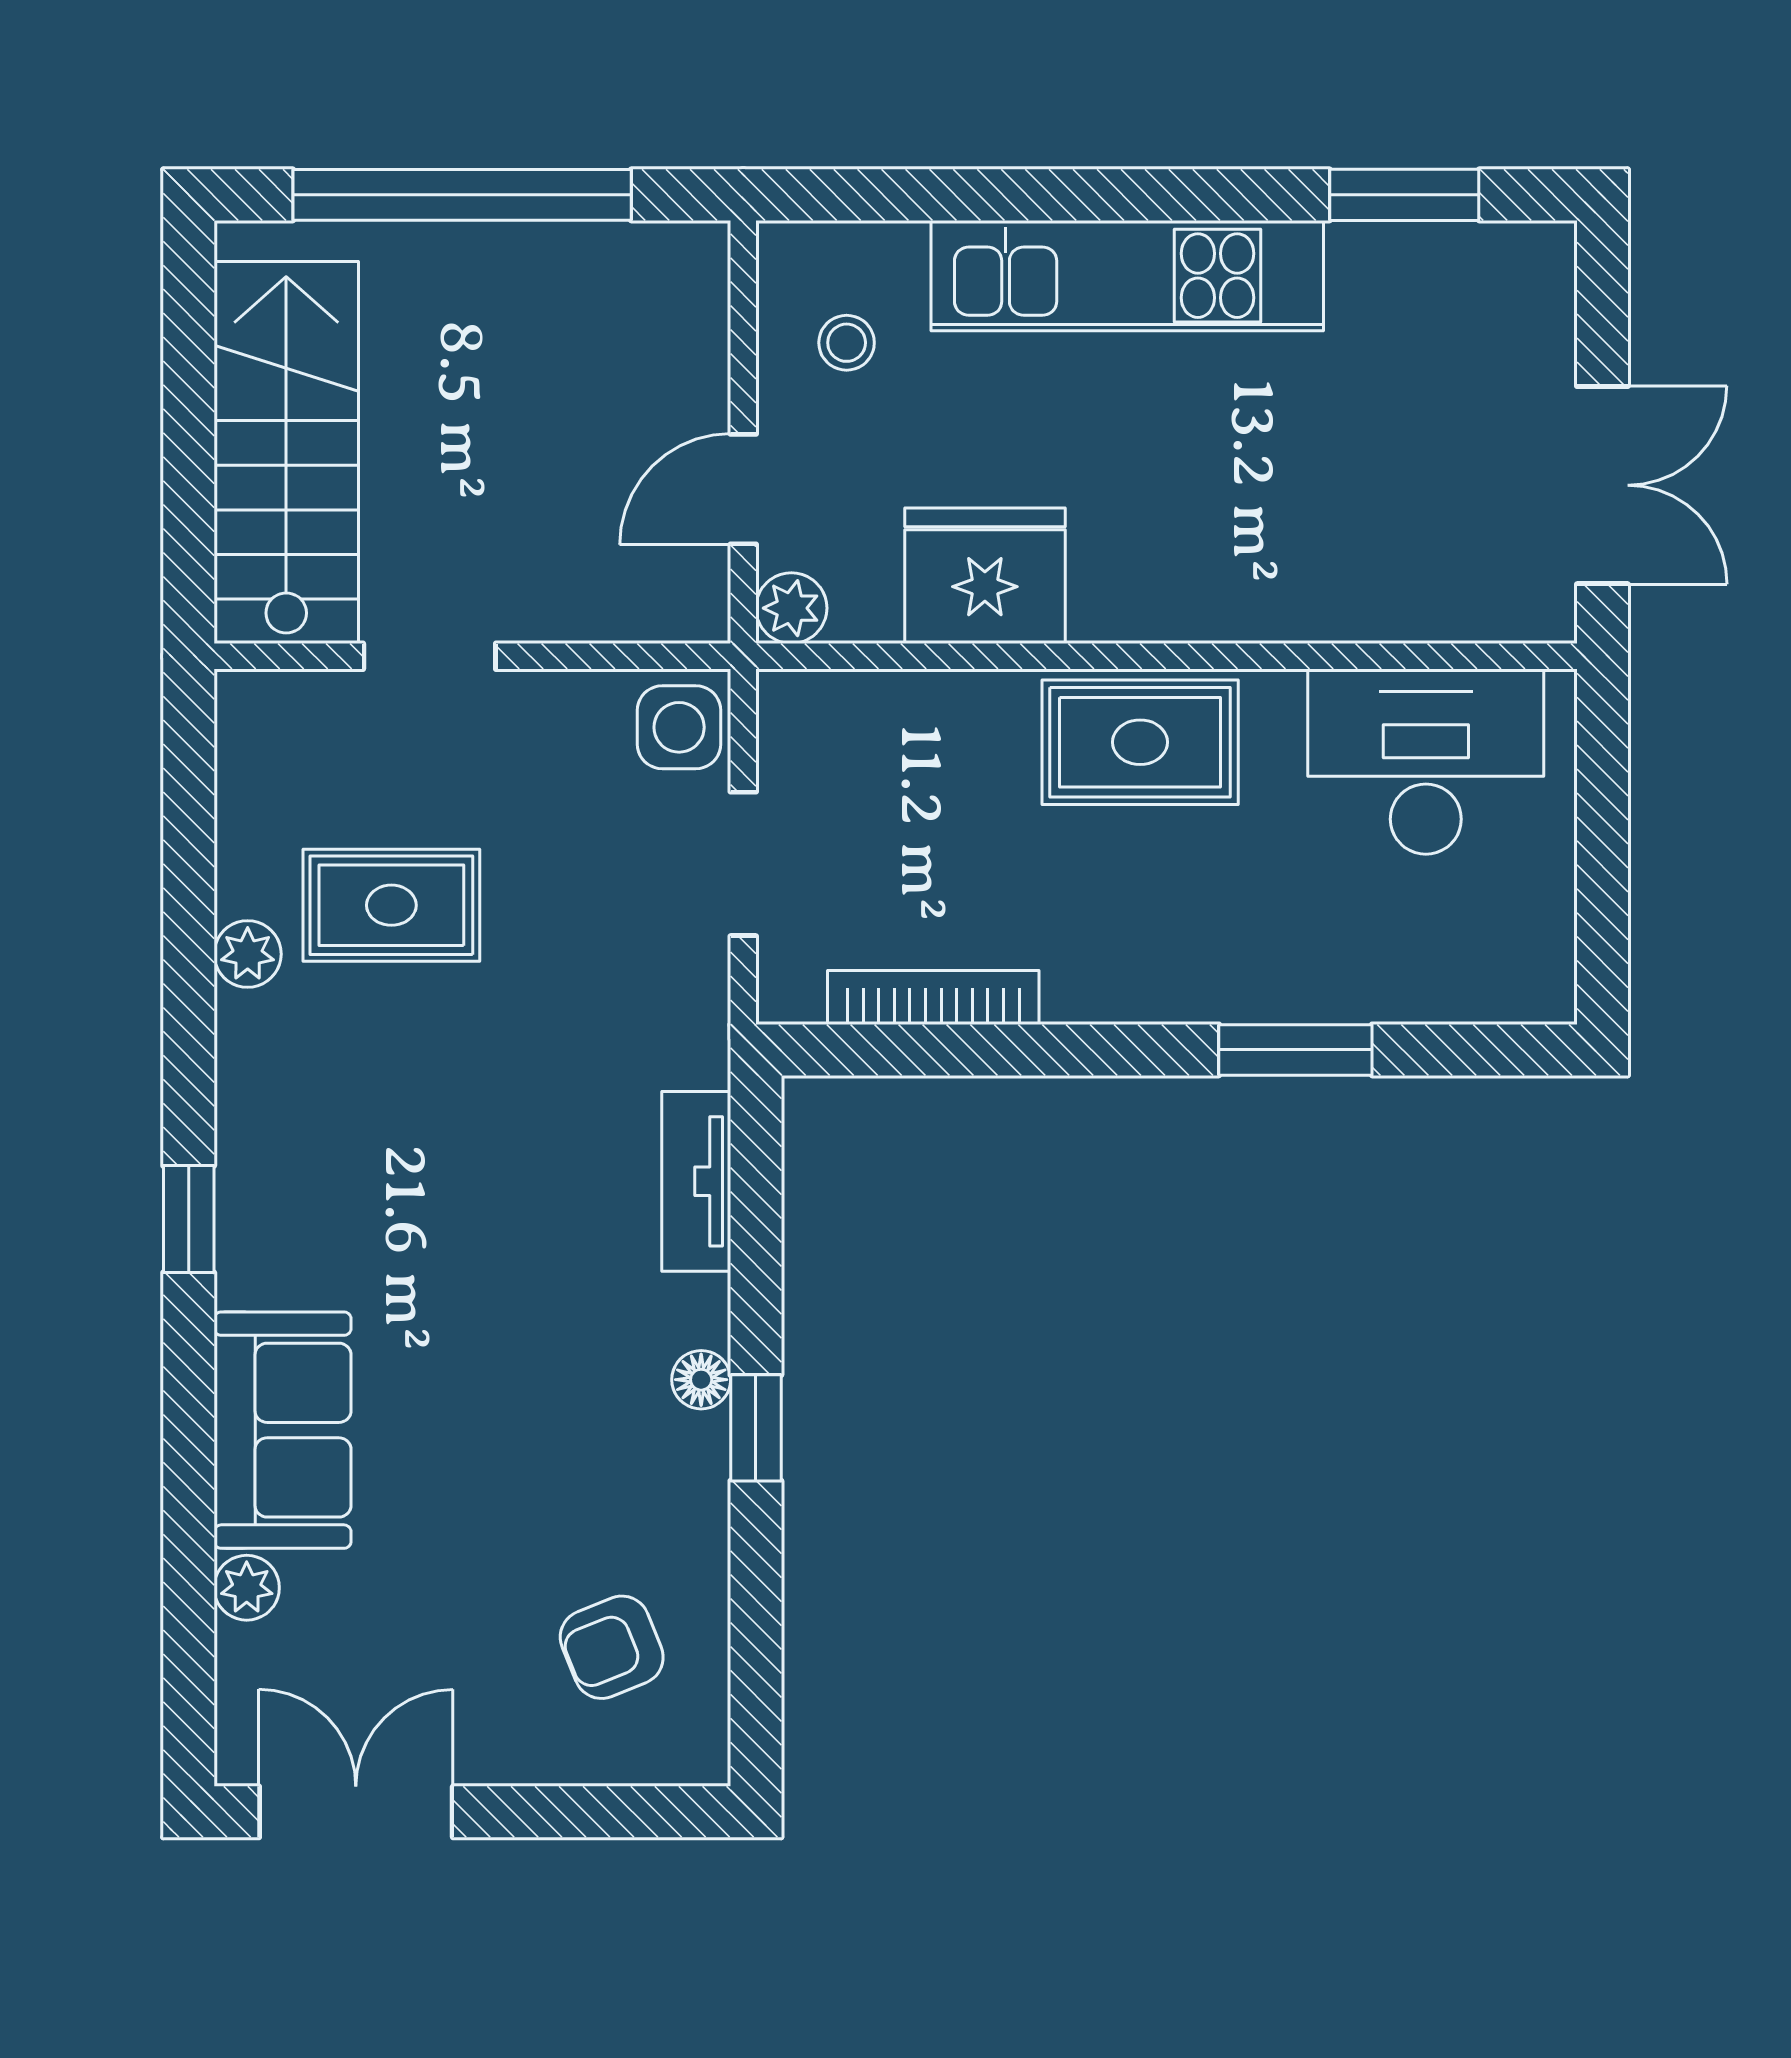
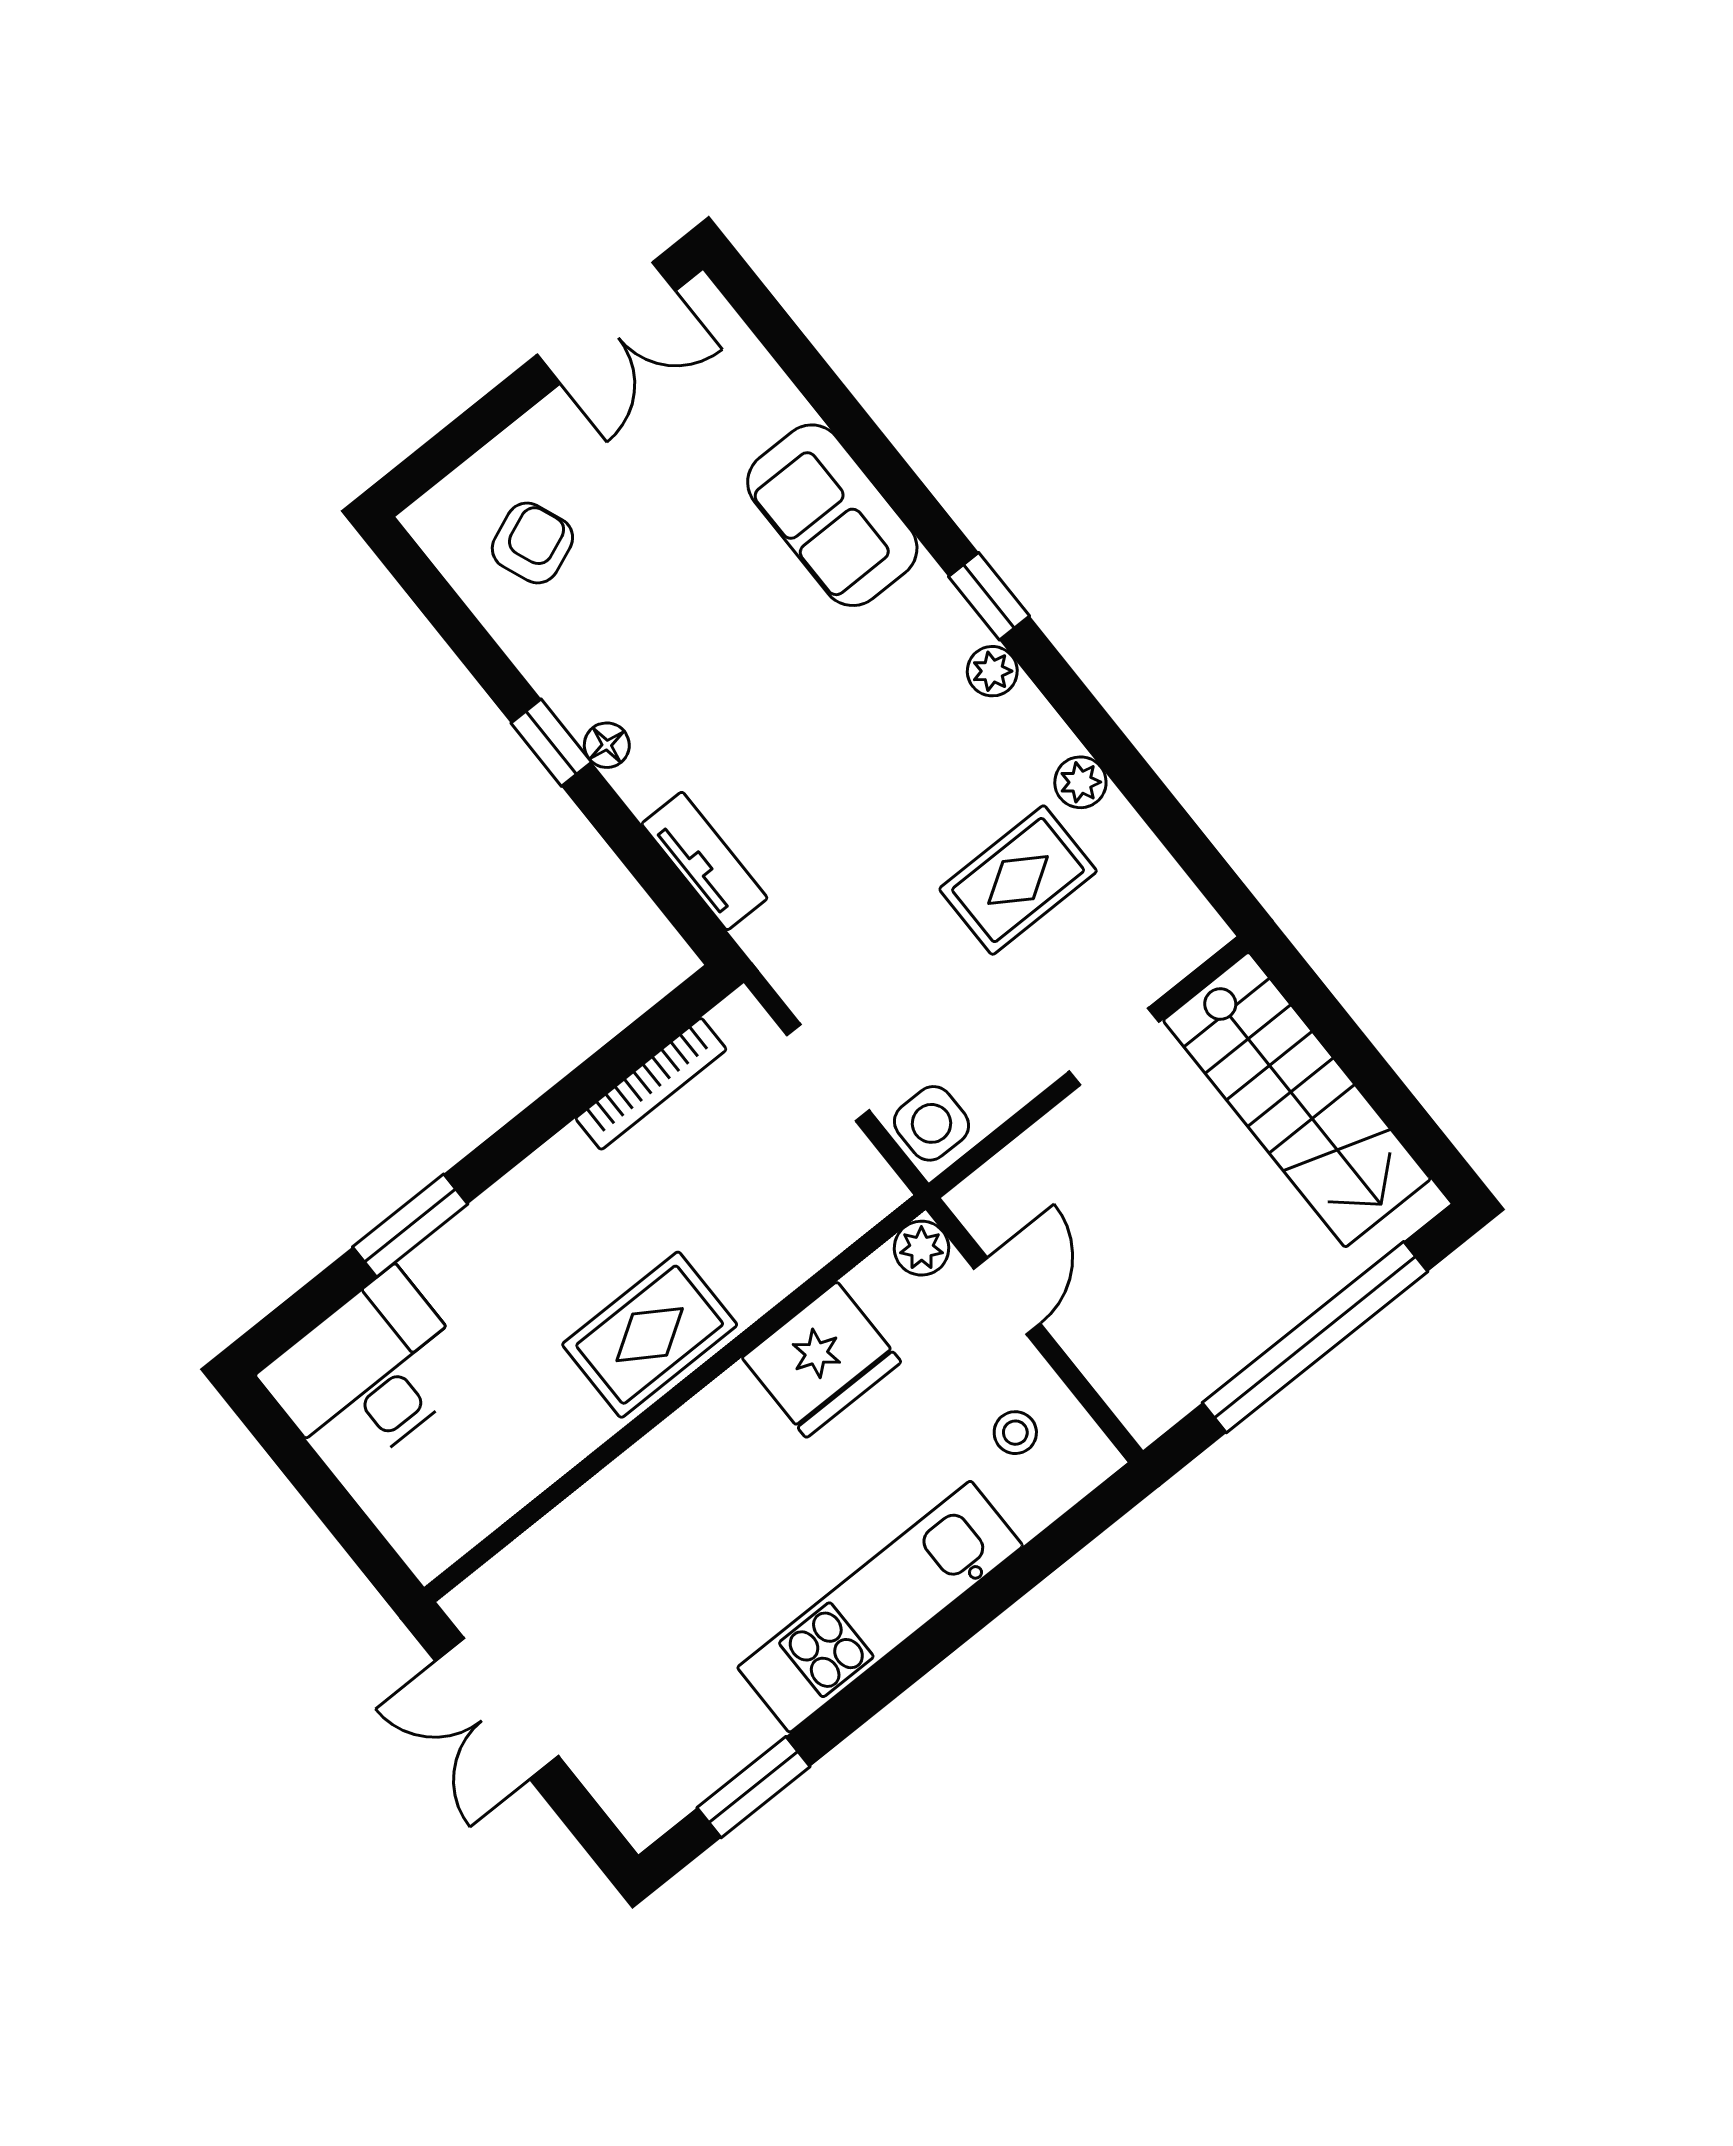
desk: (1426, 762) -> (369, 1374), moved, turned 180
plant: (247, 1588) -> (992, 671), moved

